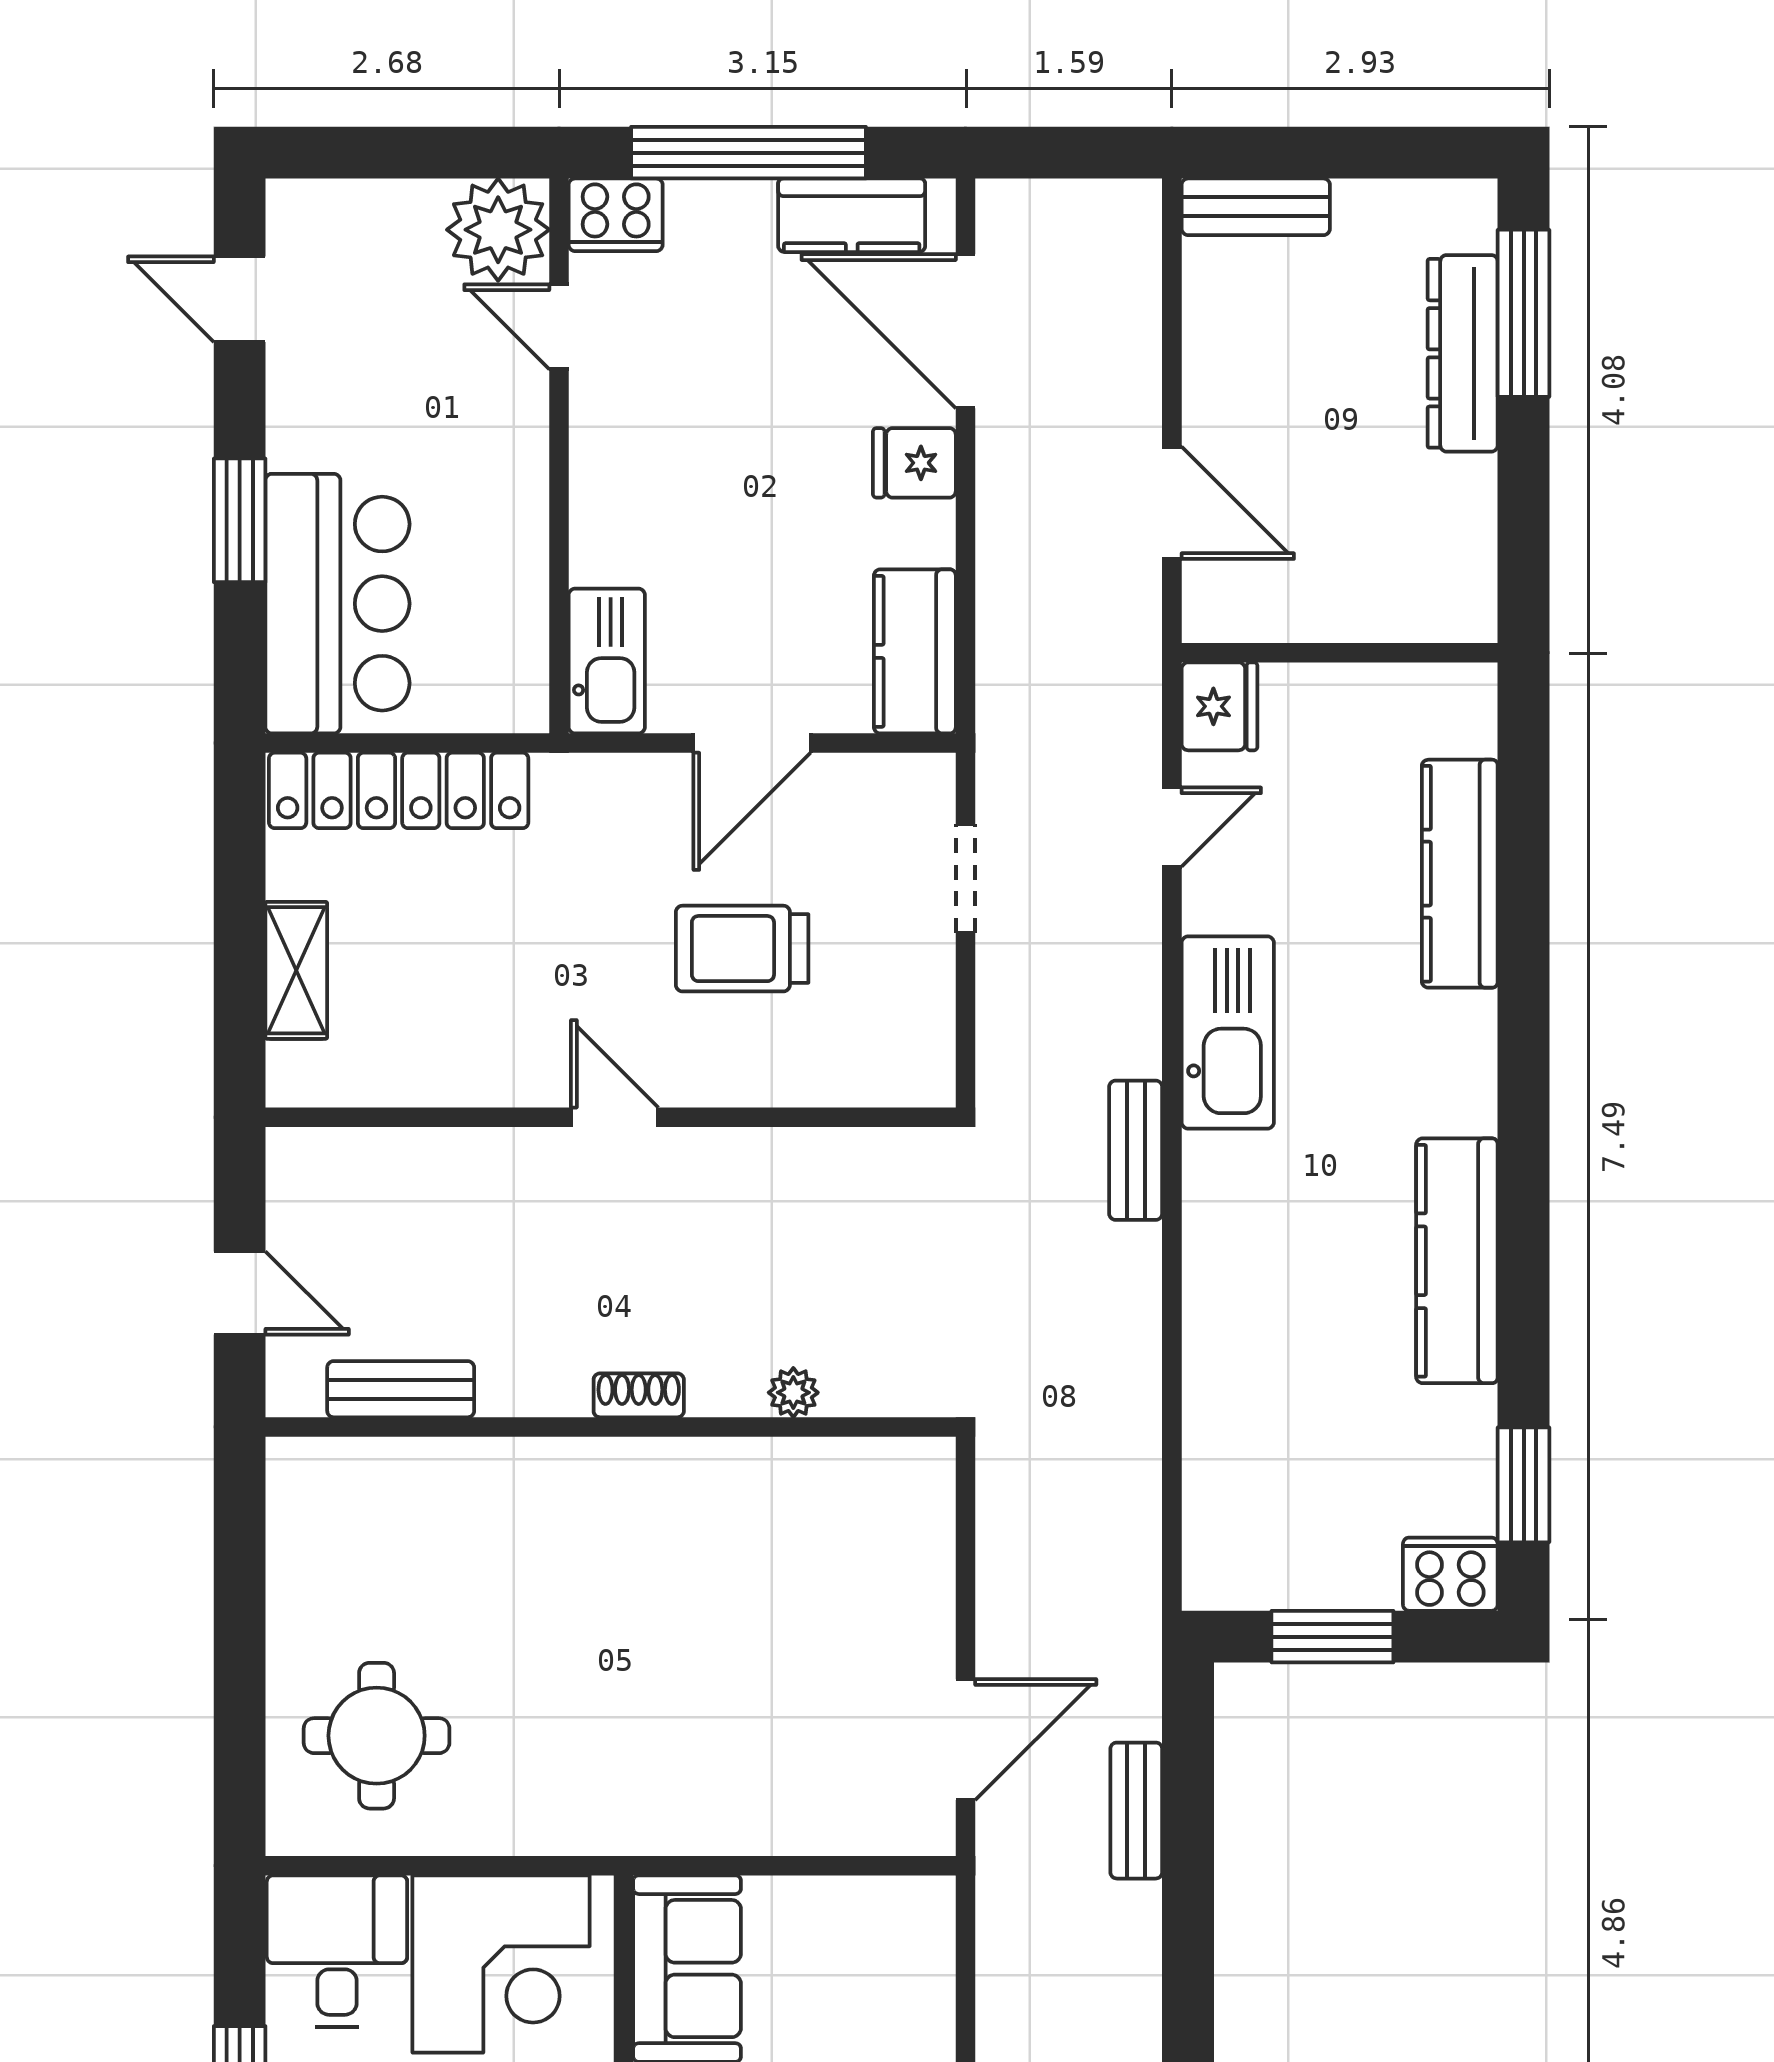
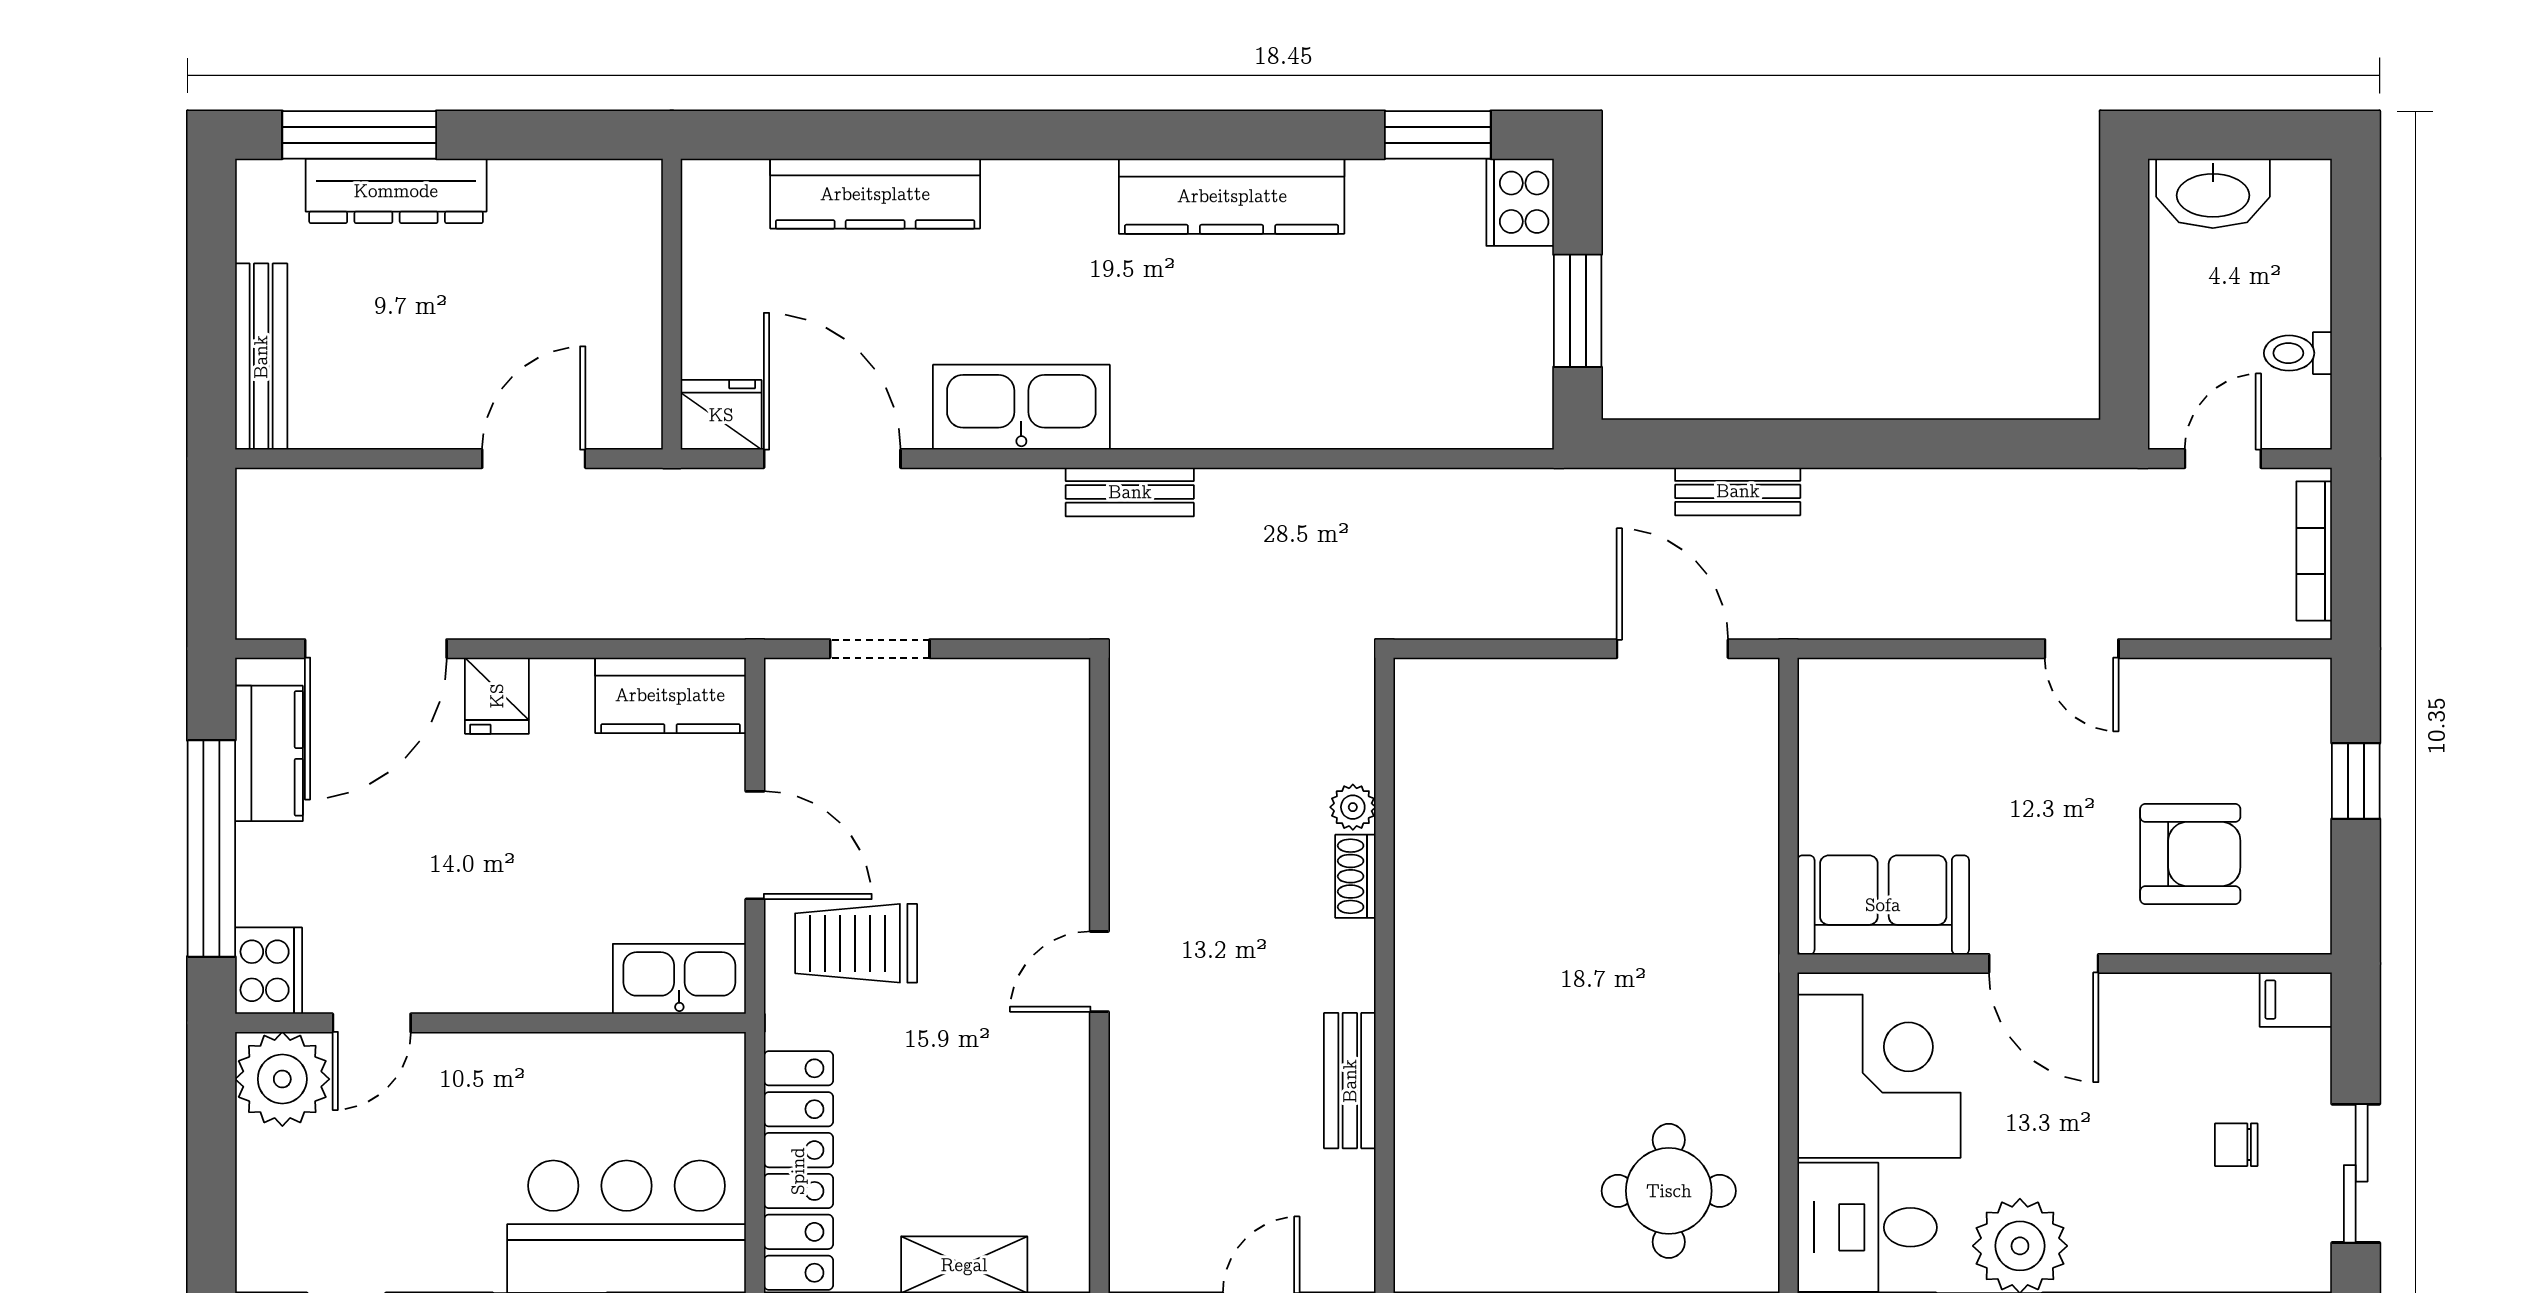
bench: (1256, 207) -> (261, 357), width x1.36
door: (1172, 827) -> (832, 459), width x1.88
trolley: (742, 949) -> (856, 943), moved, turned 90
bench: (401, 1389) -> (1350, 1081), moved
shoe rack: (639, 1395) -> (1355, 876), moved

